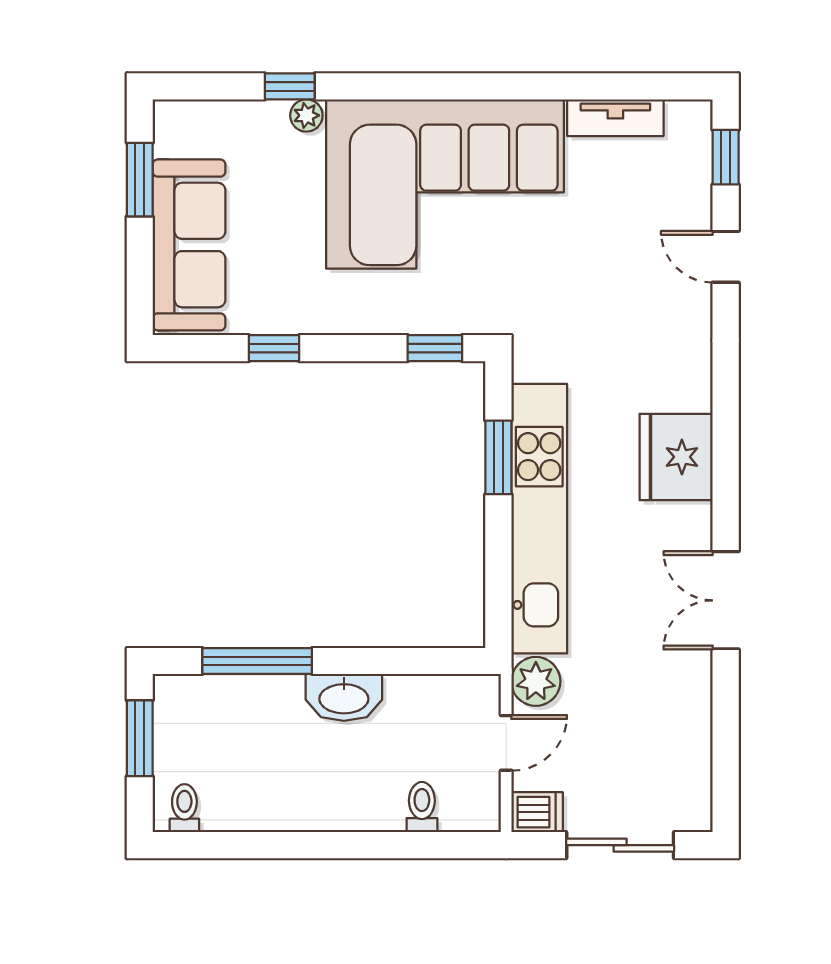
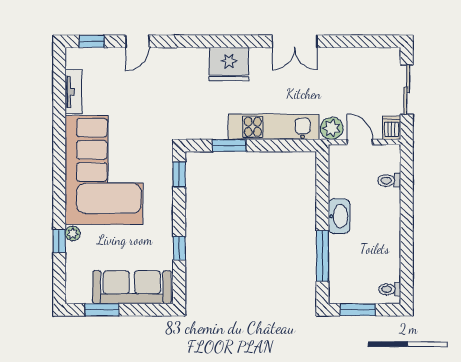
kitchen unit: (539, 519) -> (274, 127), width x0.73

